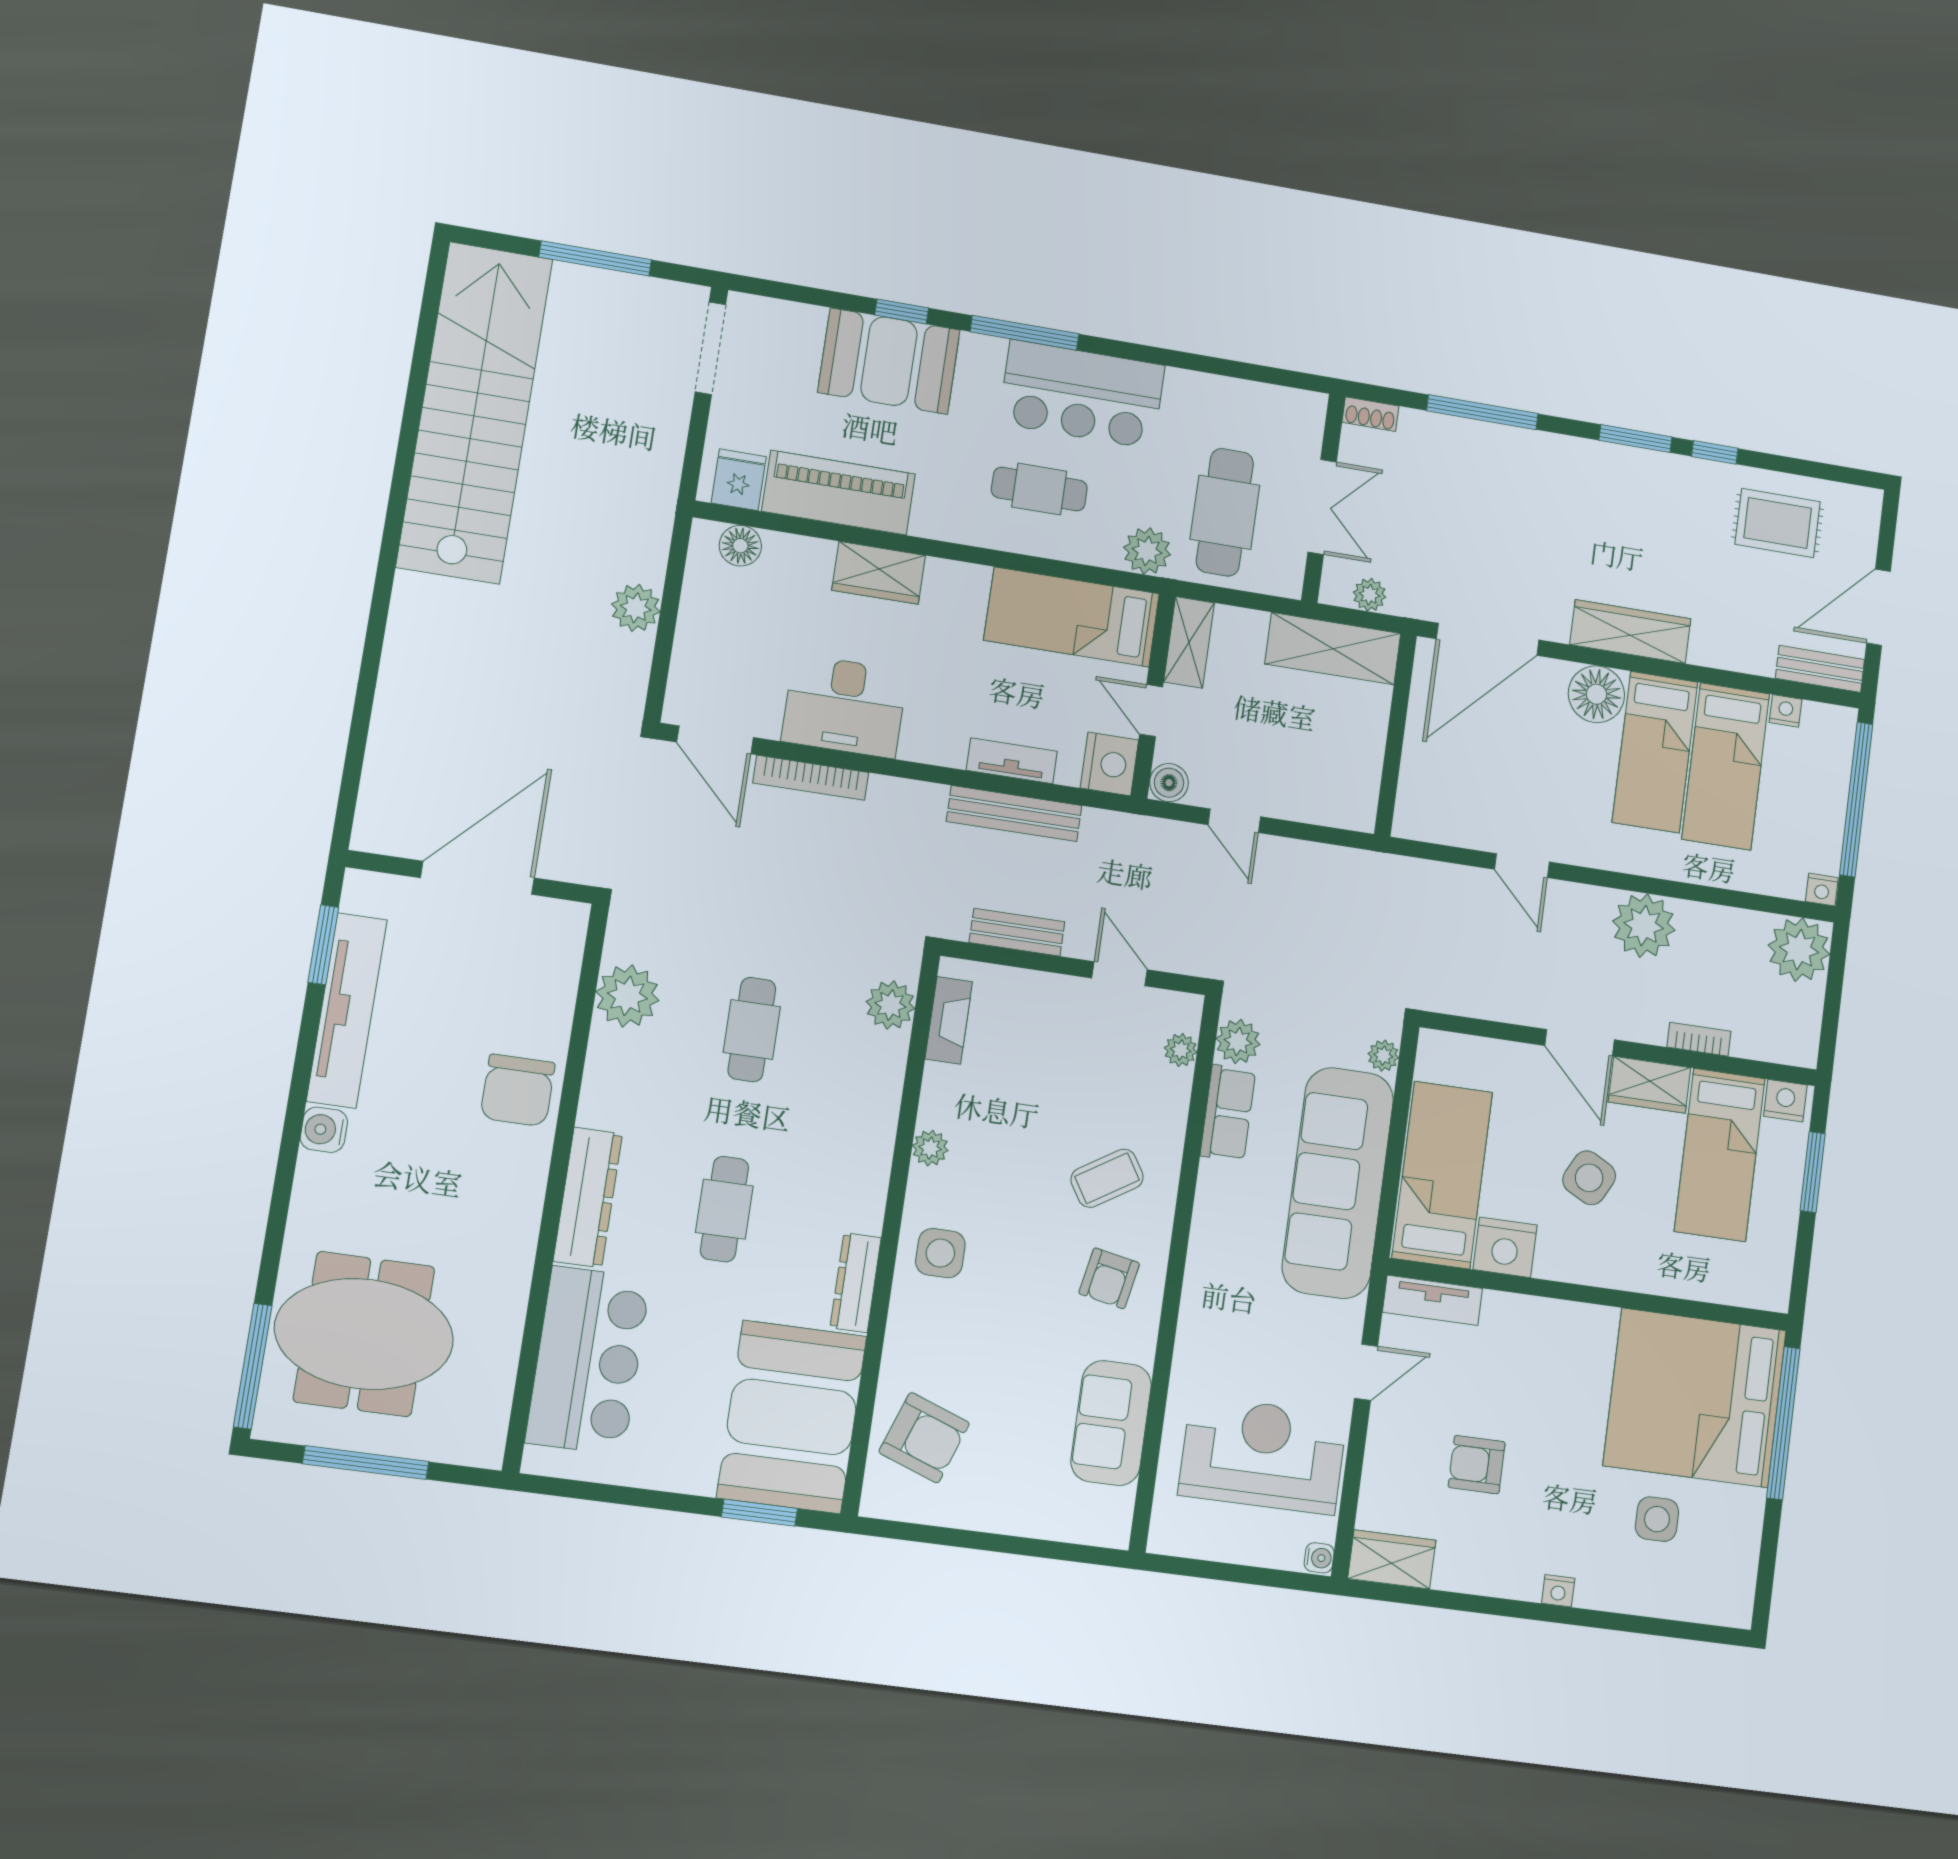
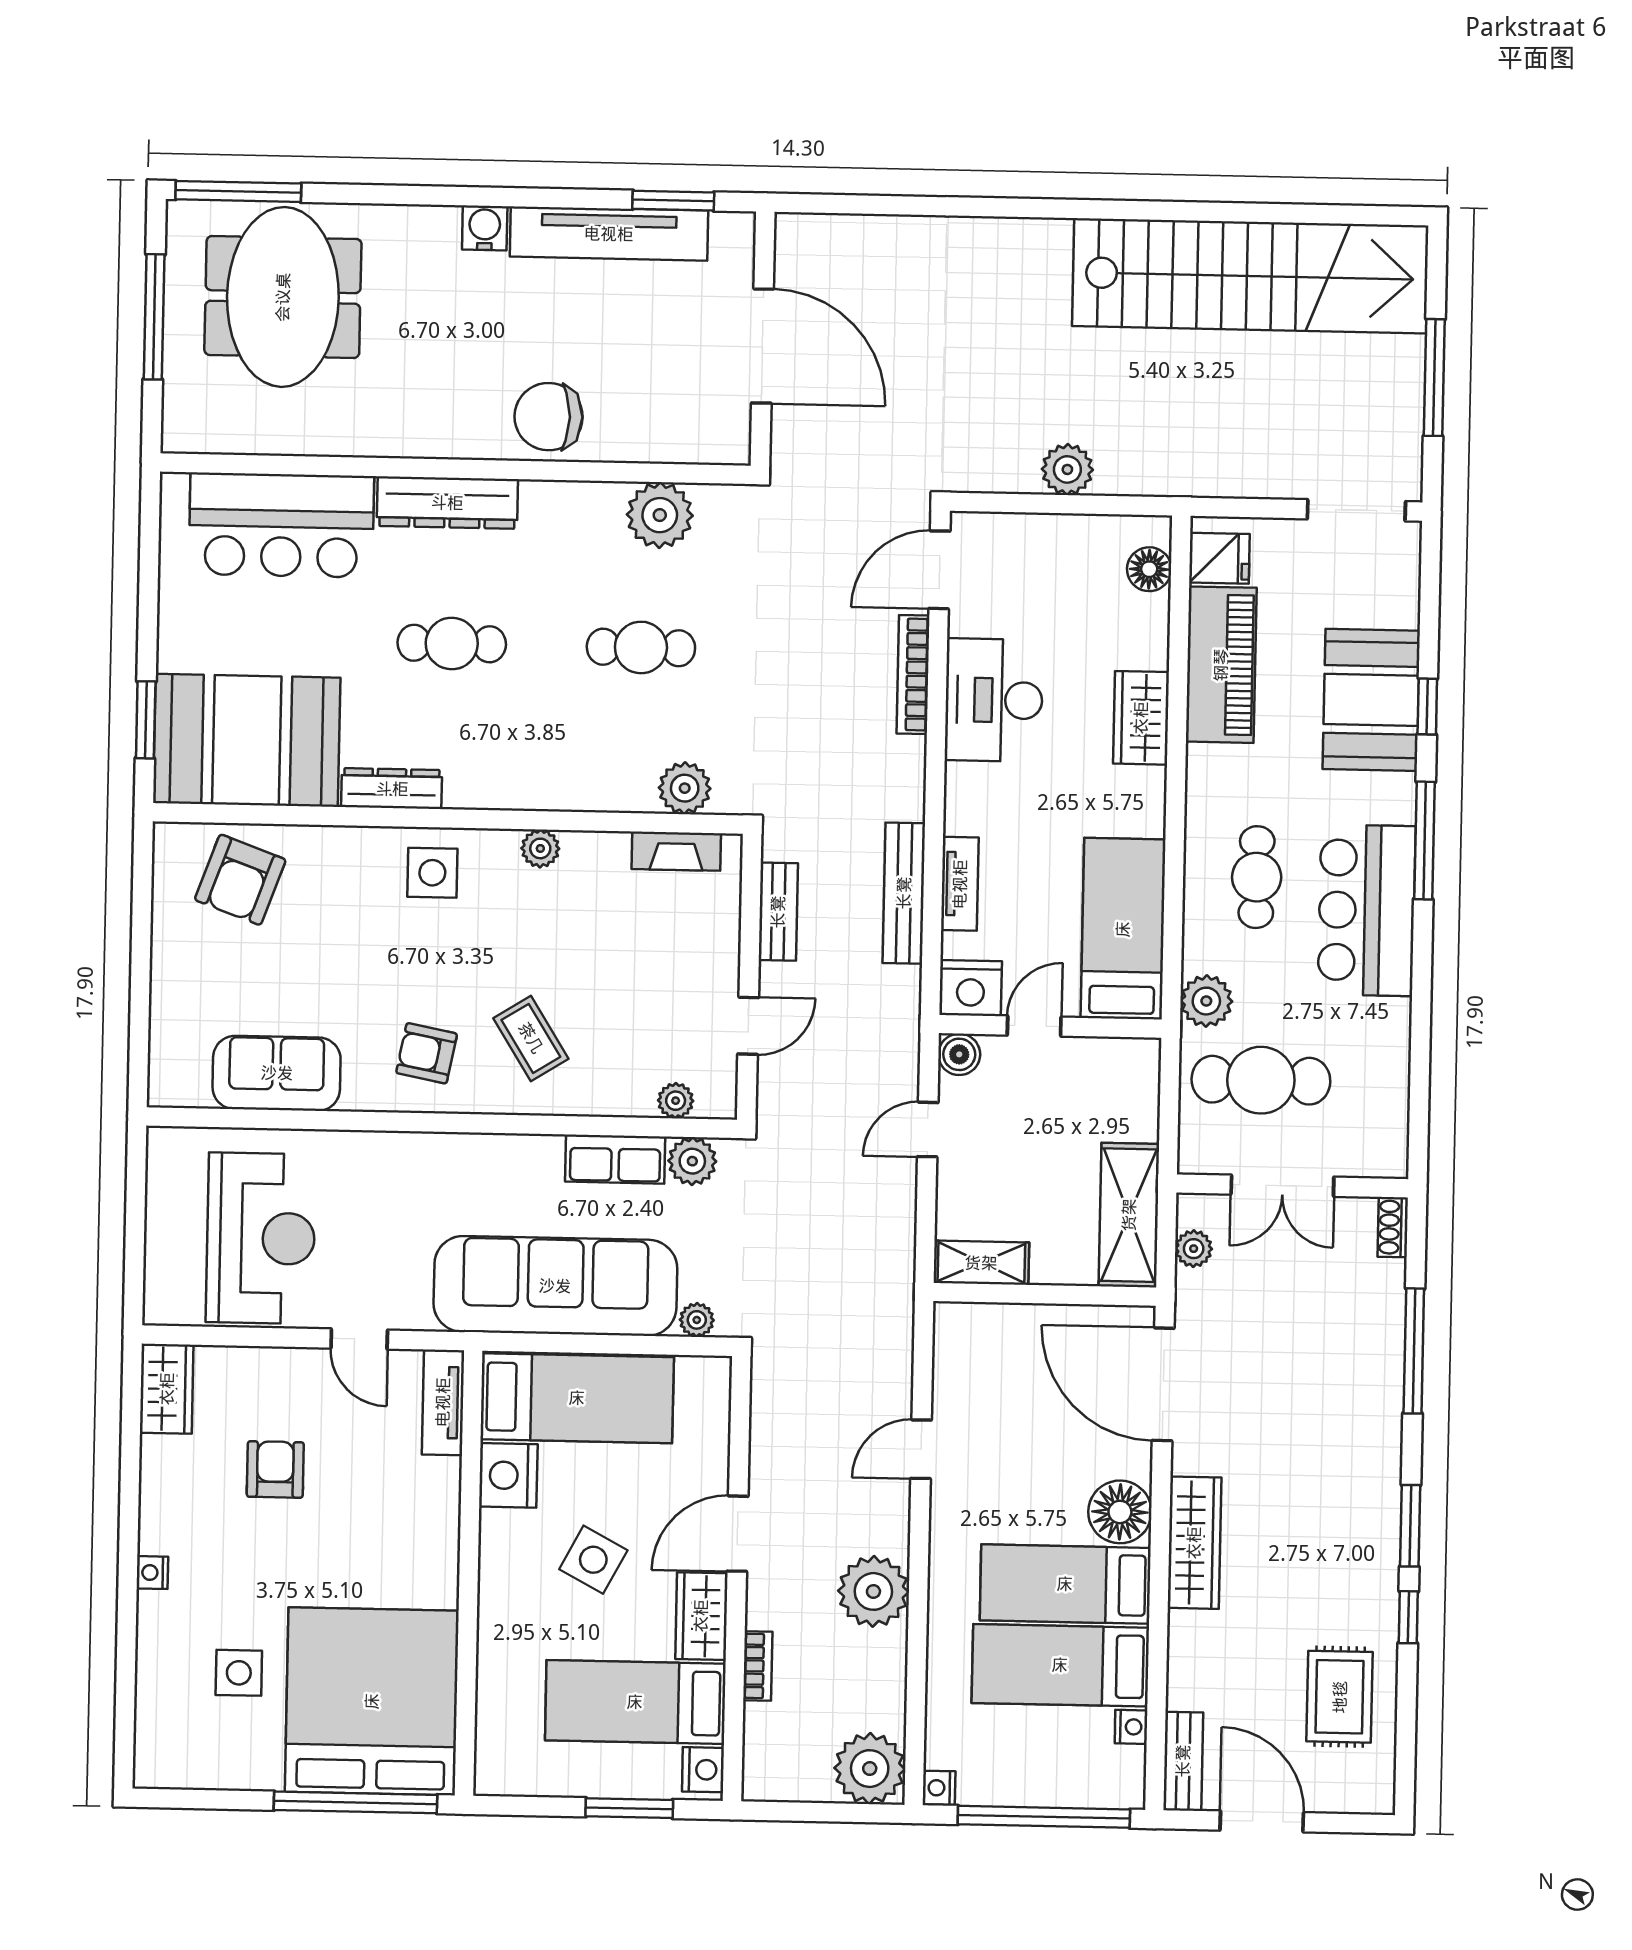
shelving: (1189, 642) -> (981, 1263), moved
water cooler: (1319, 1558) -> (160, 1311), removed

